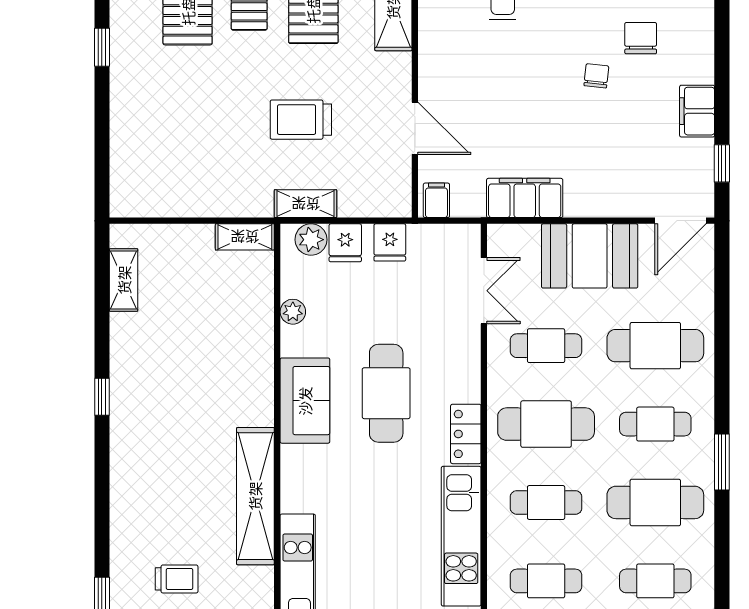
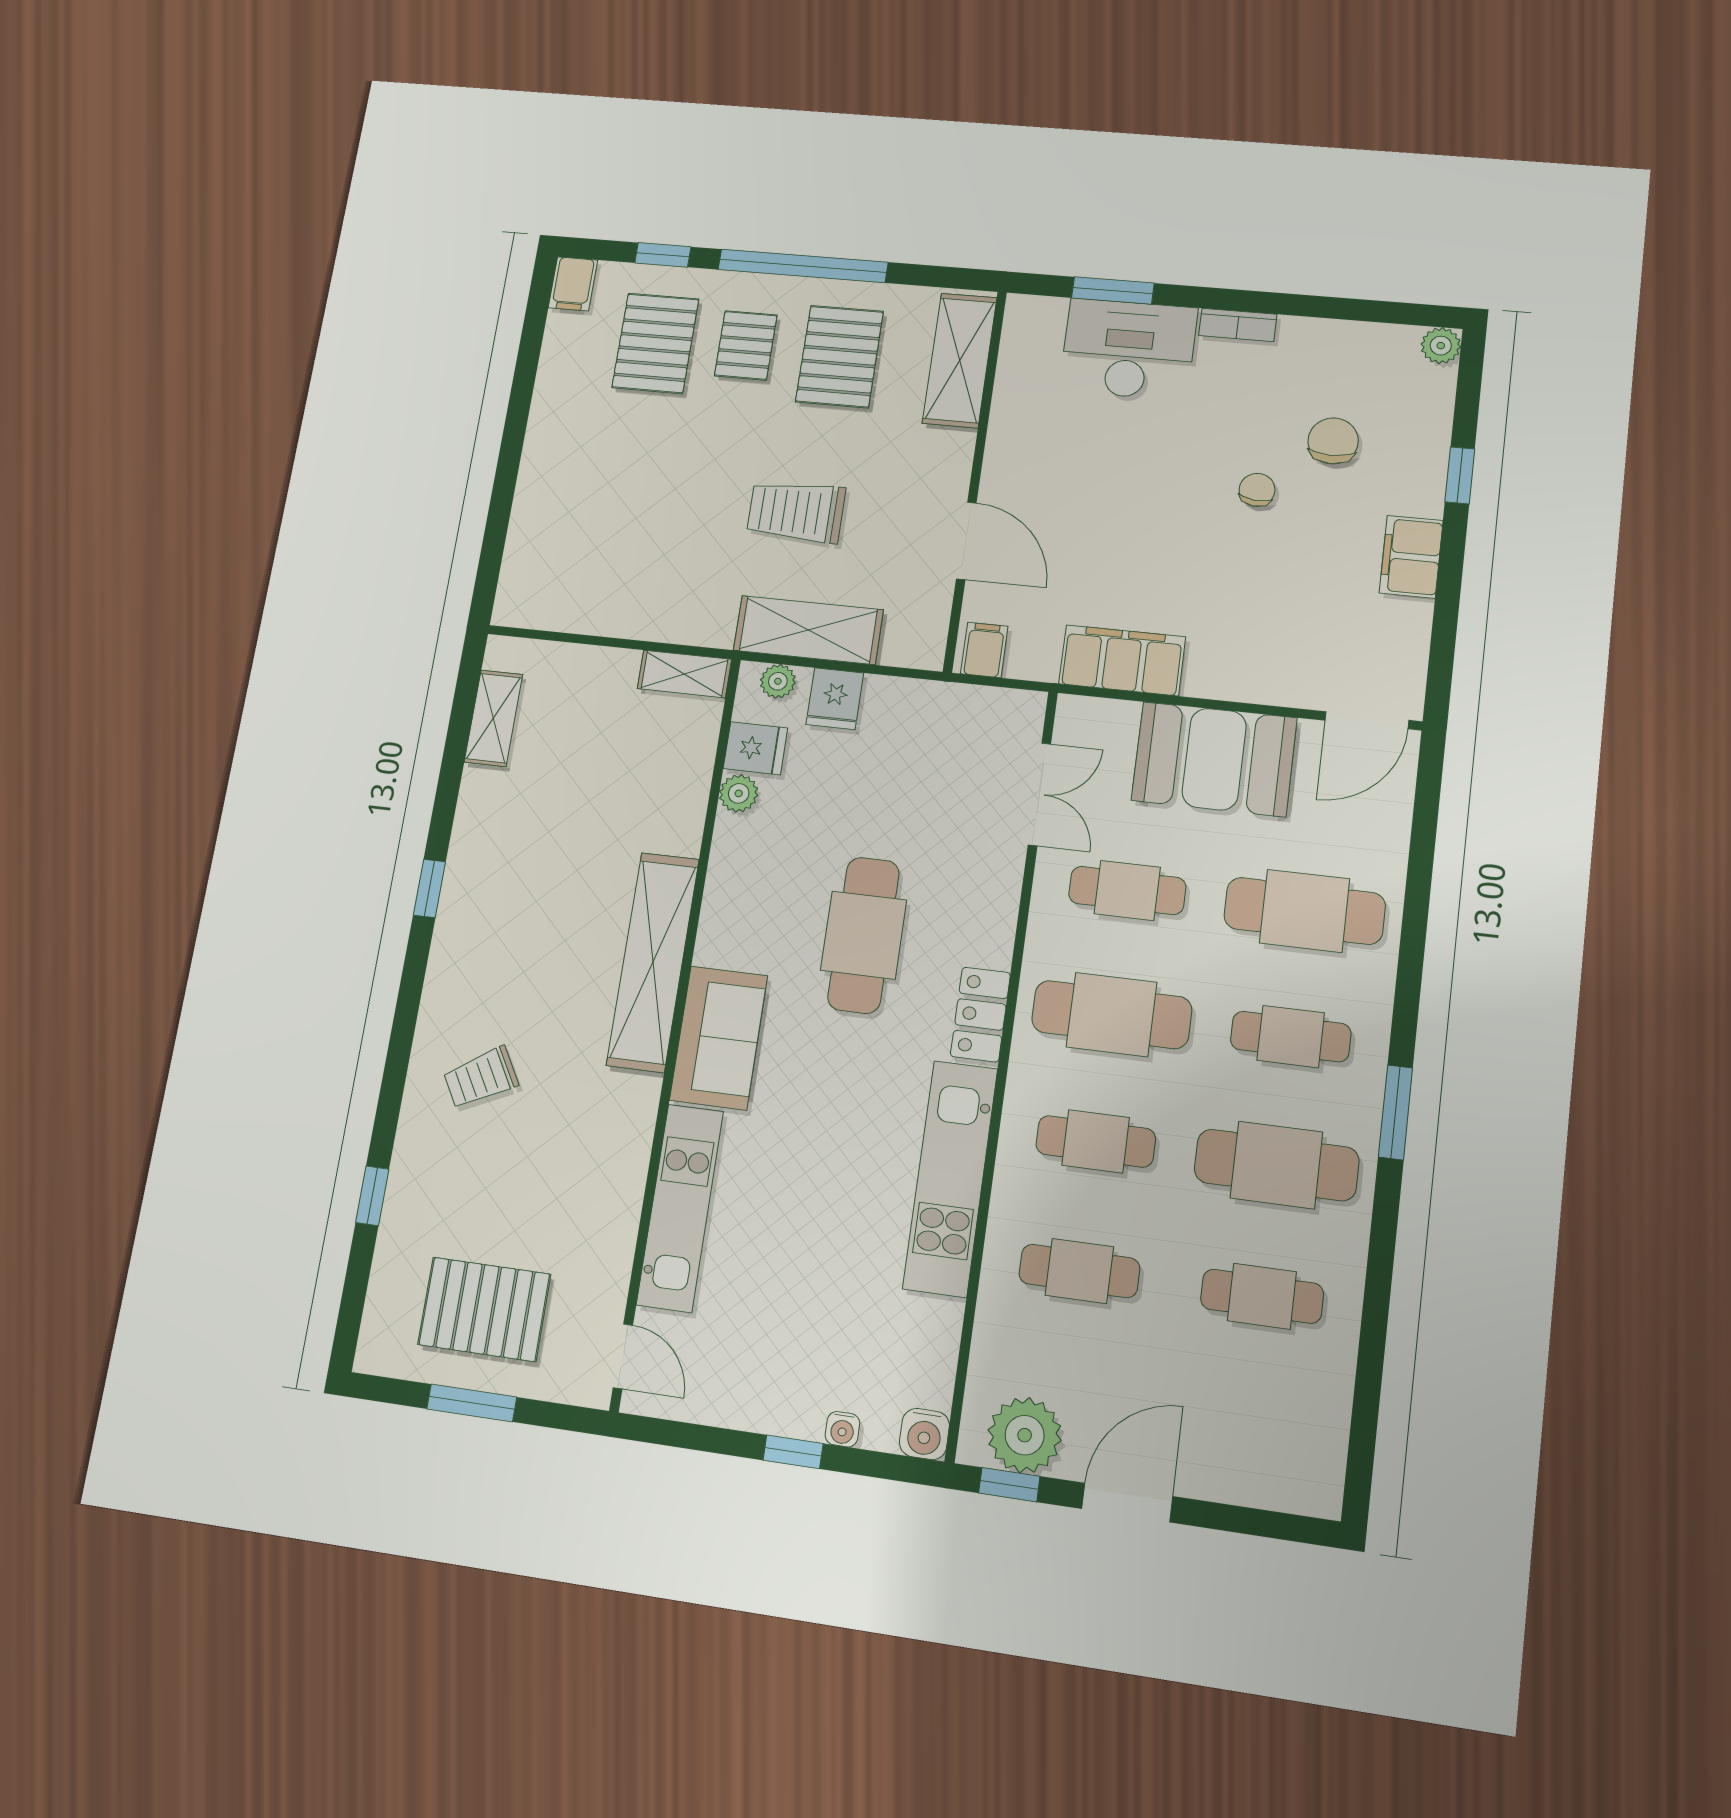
window: (102, 47) -> (523, 383), removed
window: (722, 163) -> (1460, 475), moved
shelving: (306, 204) -> (808, 630), width x1.50, depth x1.33
plant: (311, 240) -> (778, 681), width x0.73, depth x0.73
fridge: (390, 242) -> (755, 748), moved, turned -90
sofa: (305, 401) -> (719, 1038), moved
shelving: (255, 496) -> (653, 962), moved
trolley: (177, 579) -> (481, 1078), moved, turned 150

